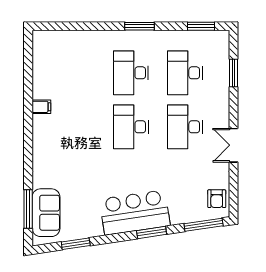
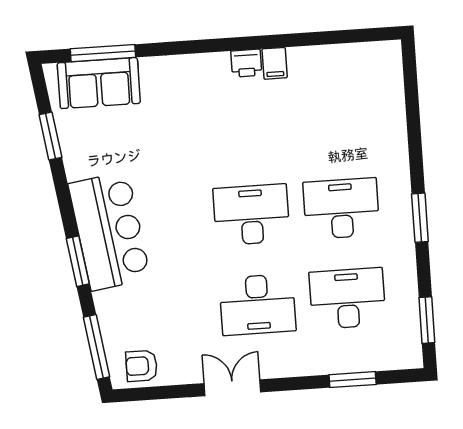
printer: (40, 124) -> (246, 63), added
desk: (185, 127) -> (258, 305), turned 180

